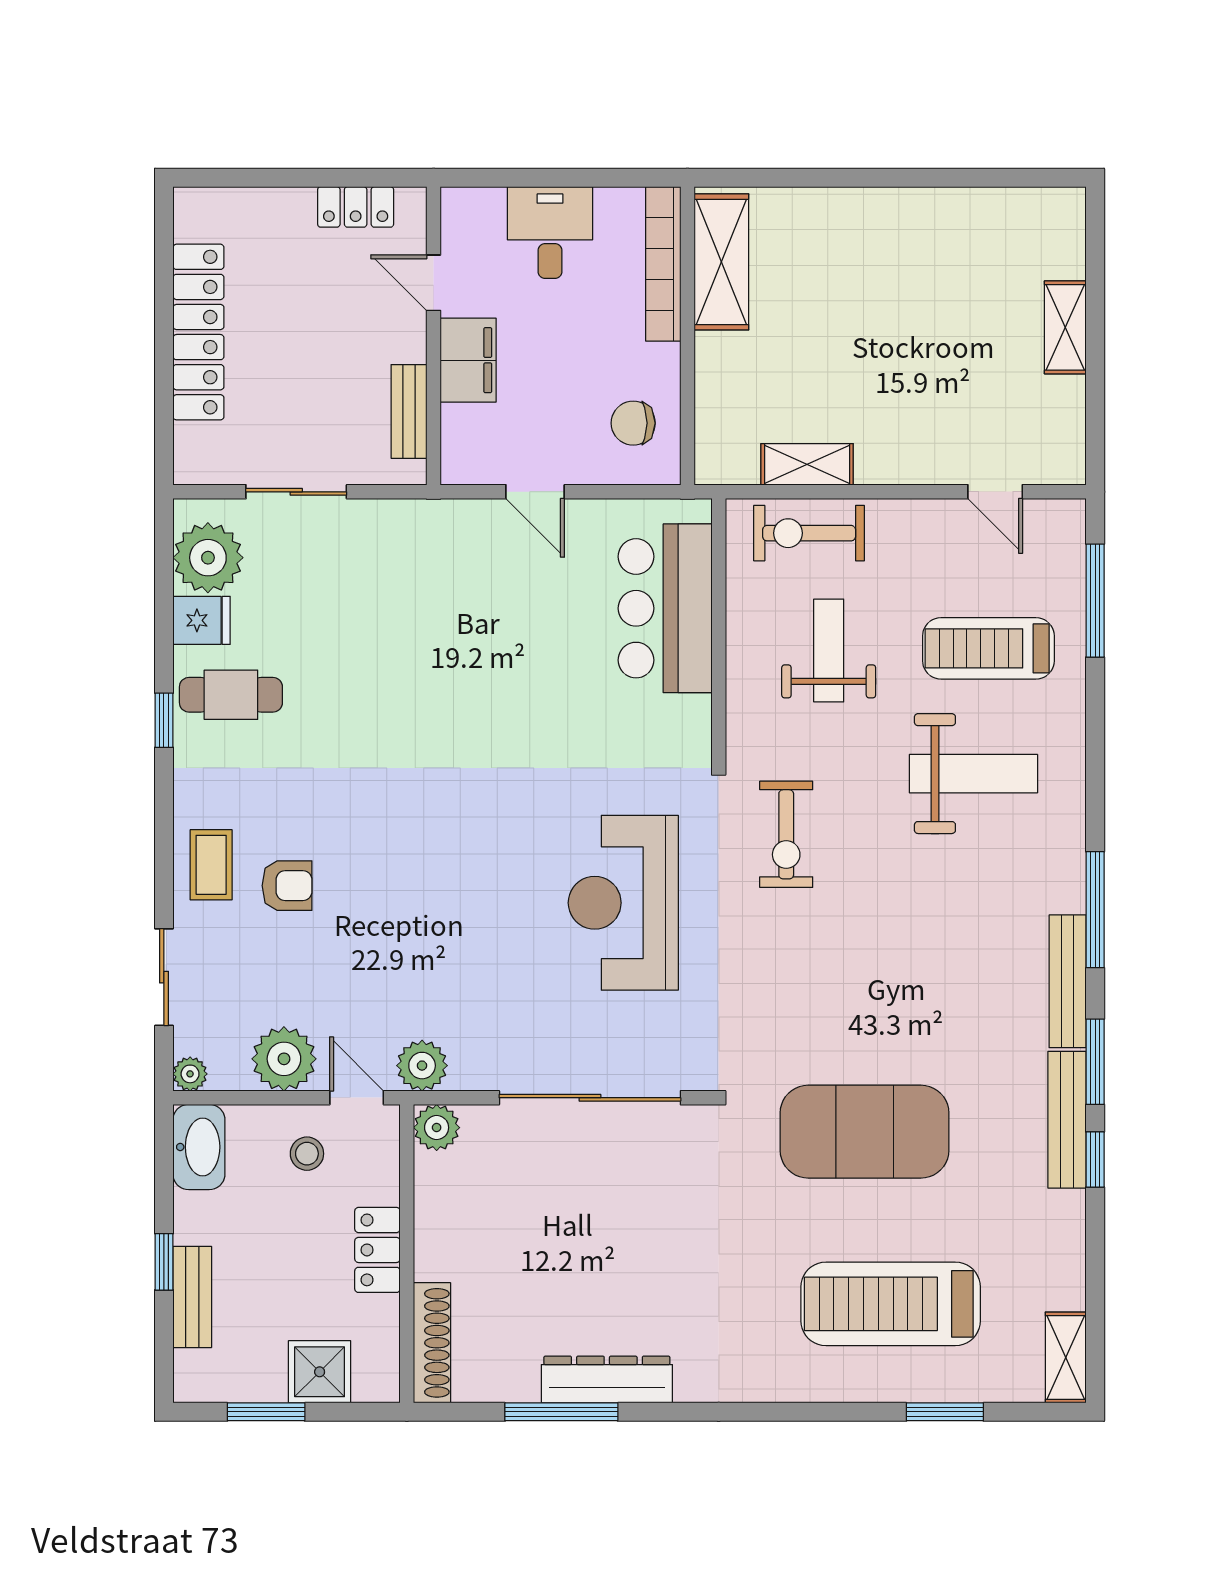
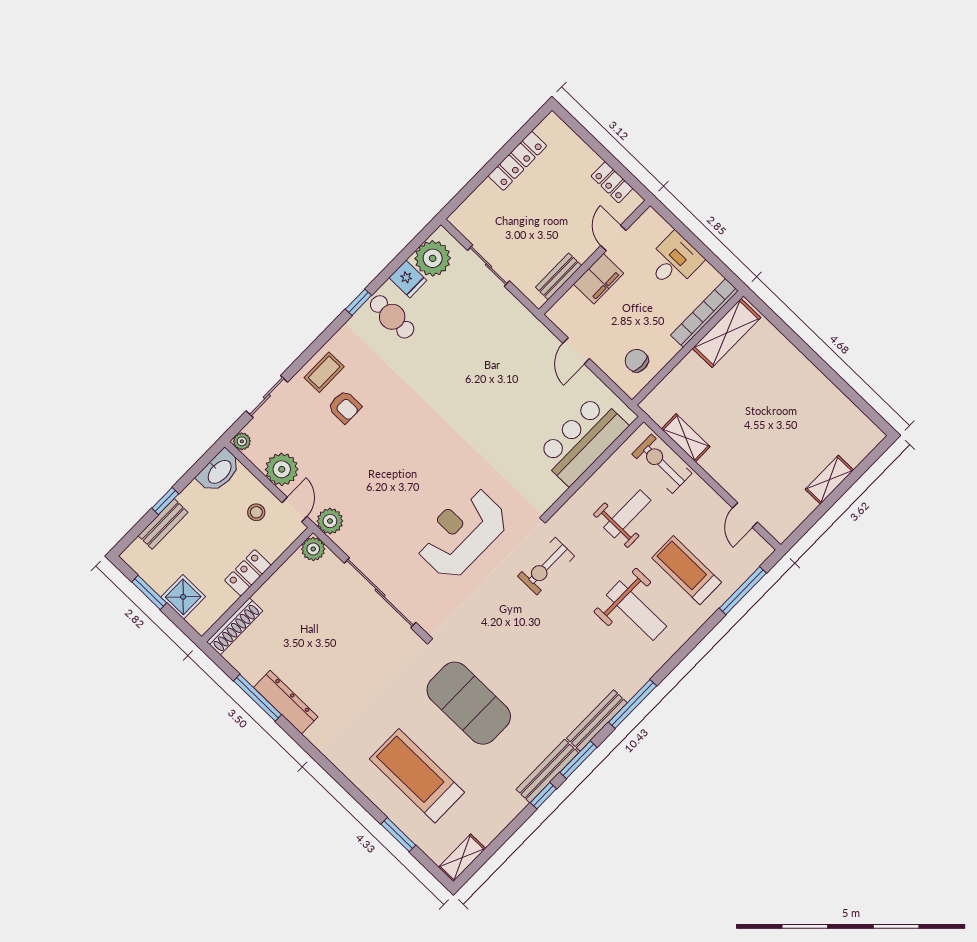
locker: (198, 332) -> (517, 161), width x0.71, depth x0.83

